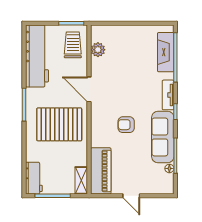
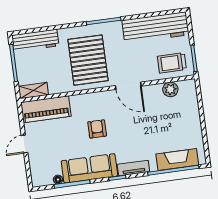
trolley: (73, 45) -> (172, 63), turned 180
door: (89, 89) -> (128, 86), swing flipped
workbench: (34, 178) -> (35, 41), width x1.37

